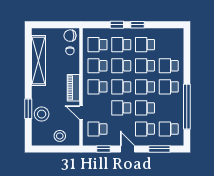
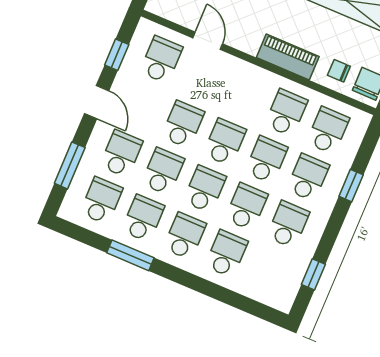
window: (138, 25) -> (313, 274), moved
school desk: (97, 87) -> (143, 218), moved
piano: (73, 88) -> (288, 57), moved
window: (187, 107) -> (130, 255), width x0.47
door: (81, 112) -> (208, 41), hinge flipped
door: (127, 149) -> (97, 102), hinge flipped

